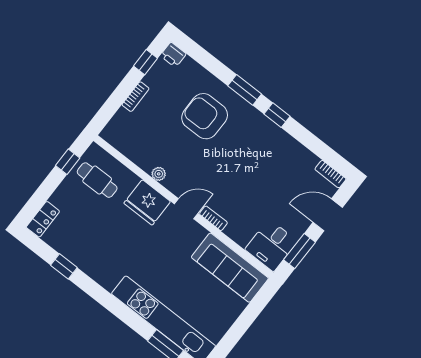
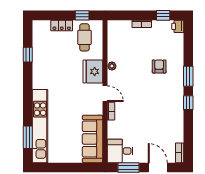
armchair: (205, 116) -> (159, 66), width x0.53, depth x0.53
locker: (43, 219) -> (62, 25), moved

